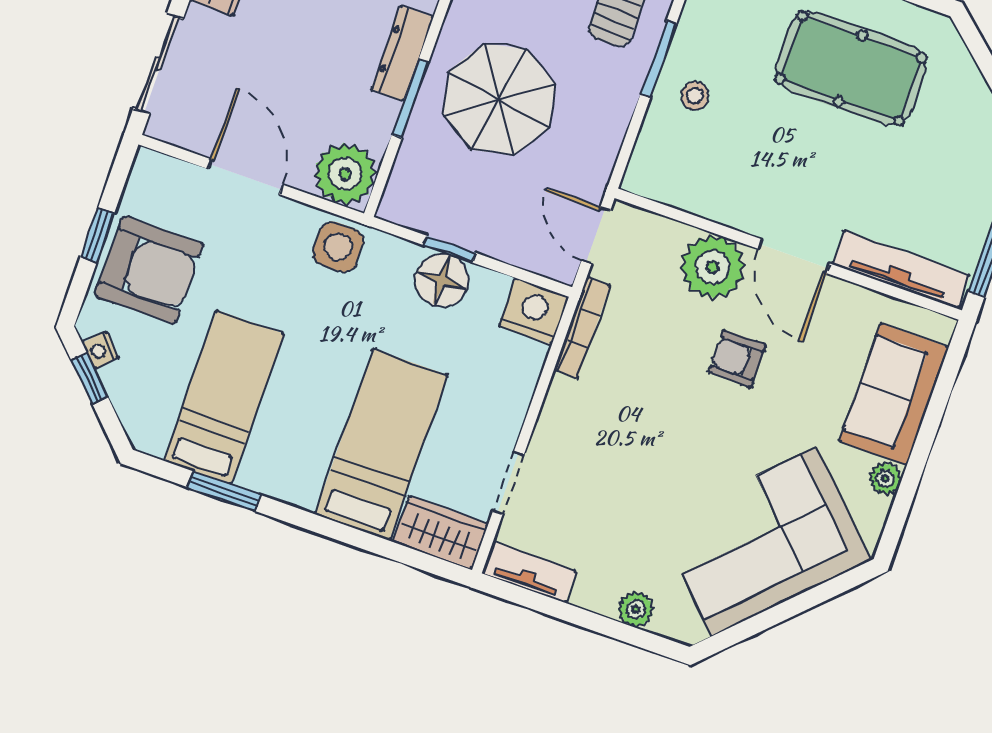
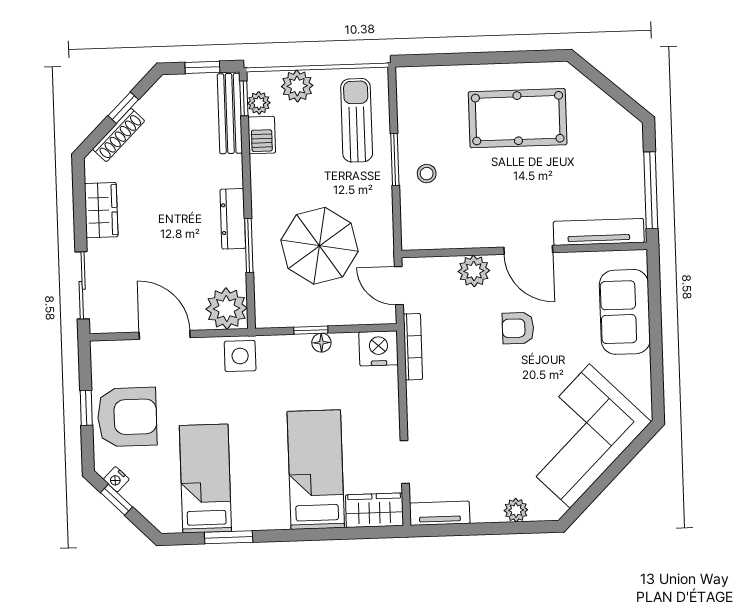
parasol: (499, 99) -> (320, 246), moved
plant: (713, 267) -> (474, 271), width x0.73, depth x0.73
floor lamp: (442, 280) -> (321, 343), width x0.53, depth x0.53
plant: (885, 479) -> (640, 367), removed

